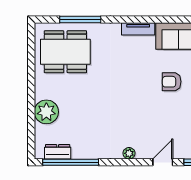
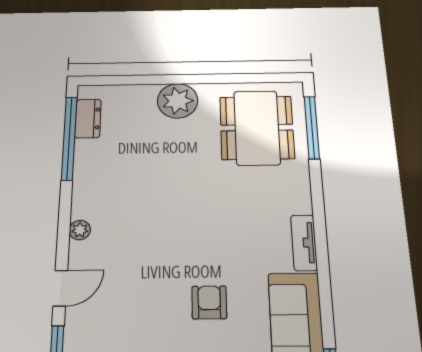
window: (80, 19) -> (312, 127), moved
plant: (46, 112) -> (178, 101), moved
door: (163, 162) -> (60, 288), hinge flipped

